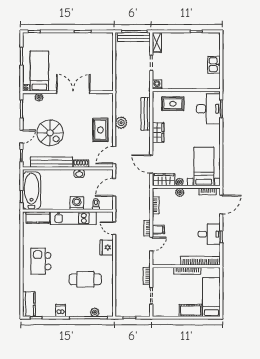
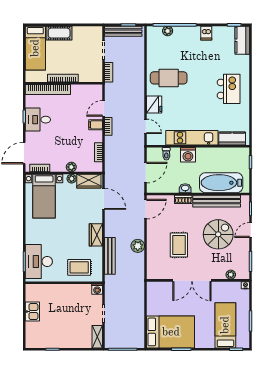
bench: (134, 37) -> (123, 31), moved
bed: (92, 47) -> (171, 332), added
bed: (39, 71) -> (225, 325), moved, turned 180
rug: (100, 130) -> (179, 245), moved
spiral stairs: (50, 133) -> (218, 234), turned 90
bathtub: (31, 191) -> (221, 183), moved, turned 90
cafe table: (85, 279) -> (169, 78), moved

